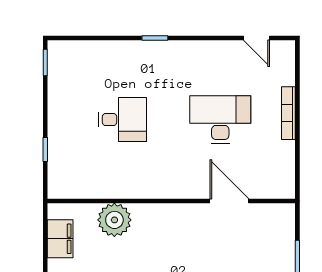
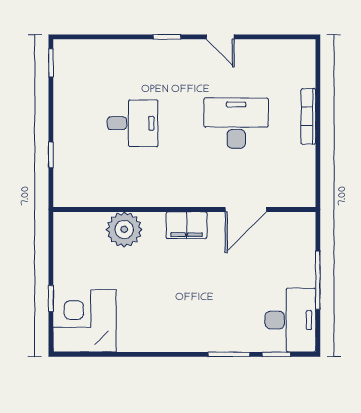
door: (256, 38) -> (220, 37), moved
door: (229, 201) -> (246, 209), swing flipped
filing cabinet: (60, 239) -> (187, 225), moved, turned 90

